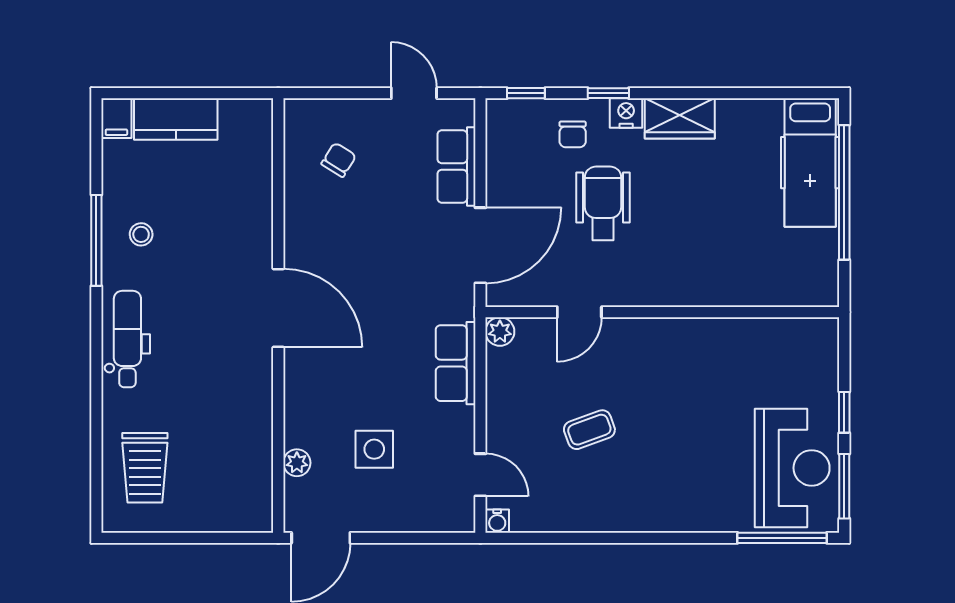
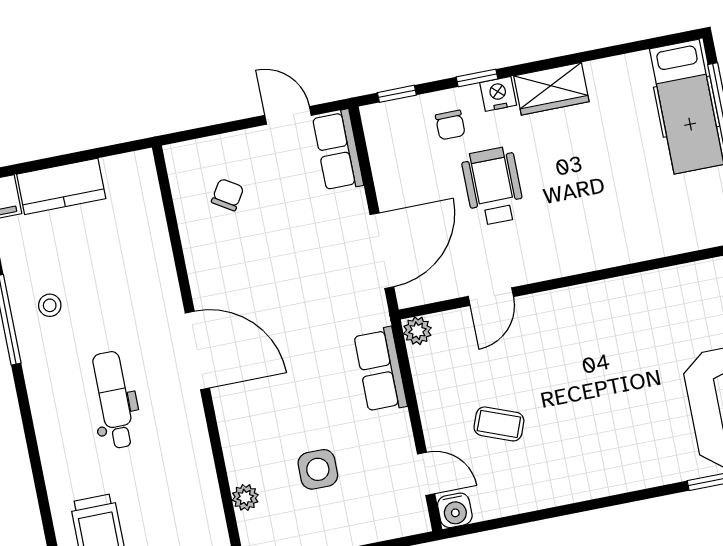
row of seats: (456, 166) -> (338, 151), moved
dental chair: (127, 339) -> (114, 400), moved
coffee table: (589, 430) -> (499, 424), moved, turned 41
water cooler: (497, 521) -> (455, 510), width x1.38, depth x1.38

